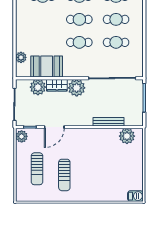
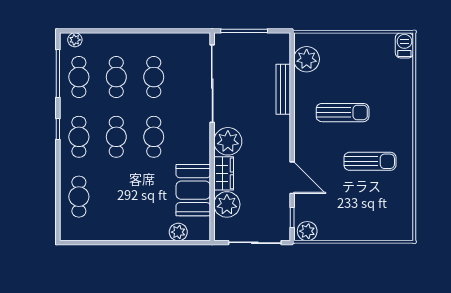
sun lounger: (37, 169) -> (343, 113), moved

